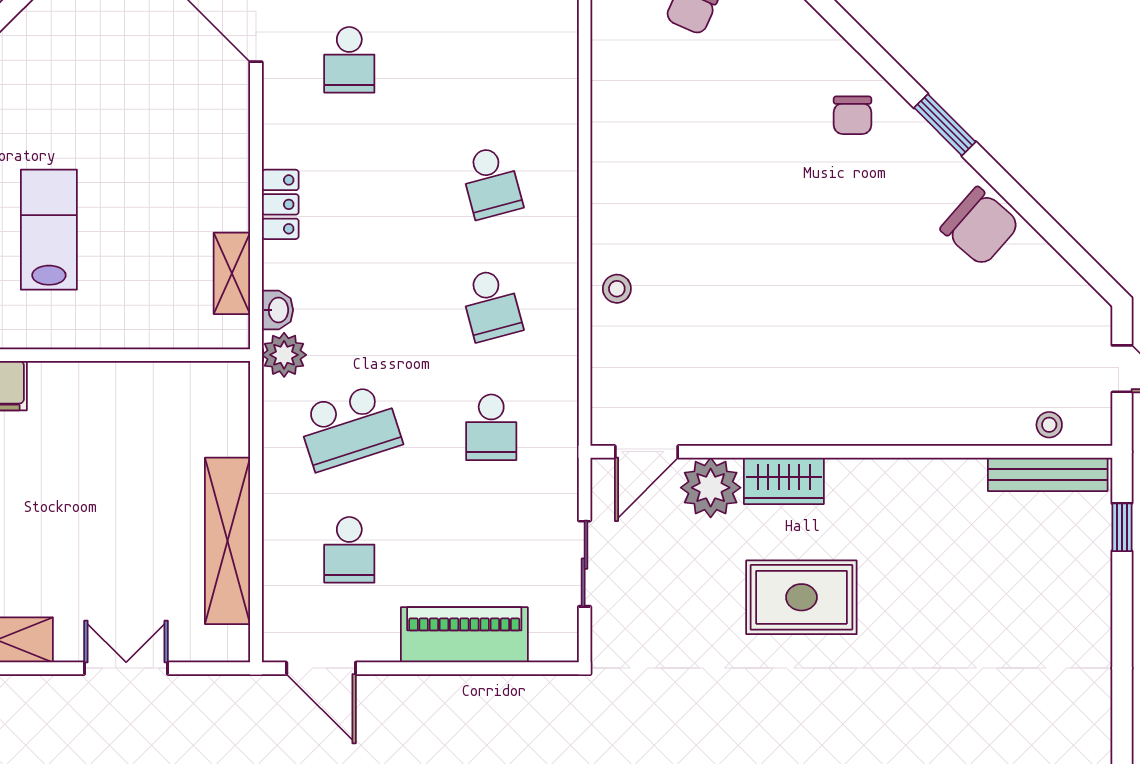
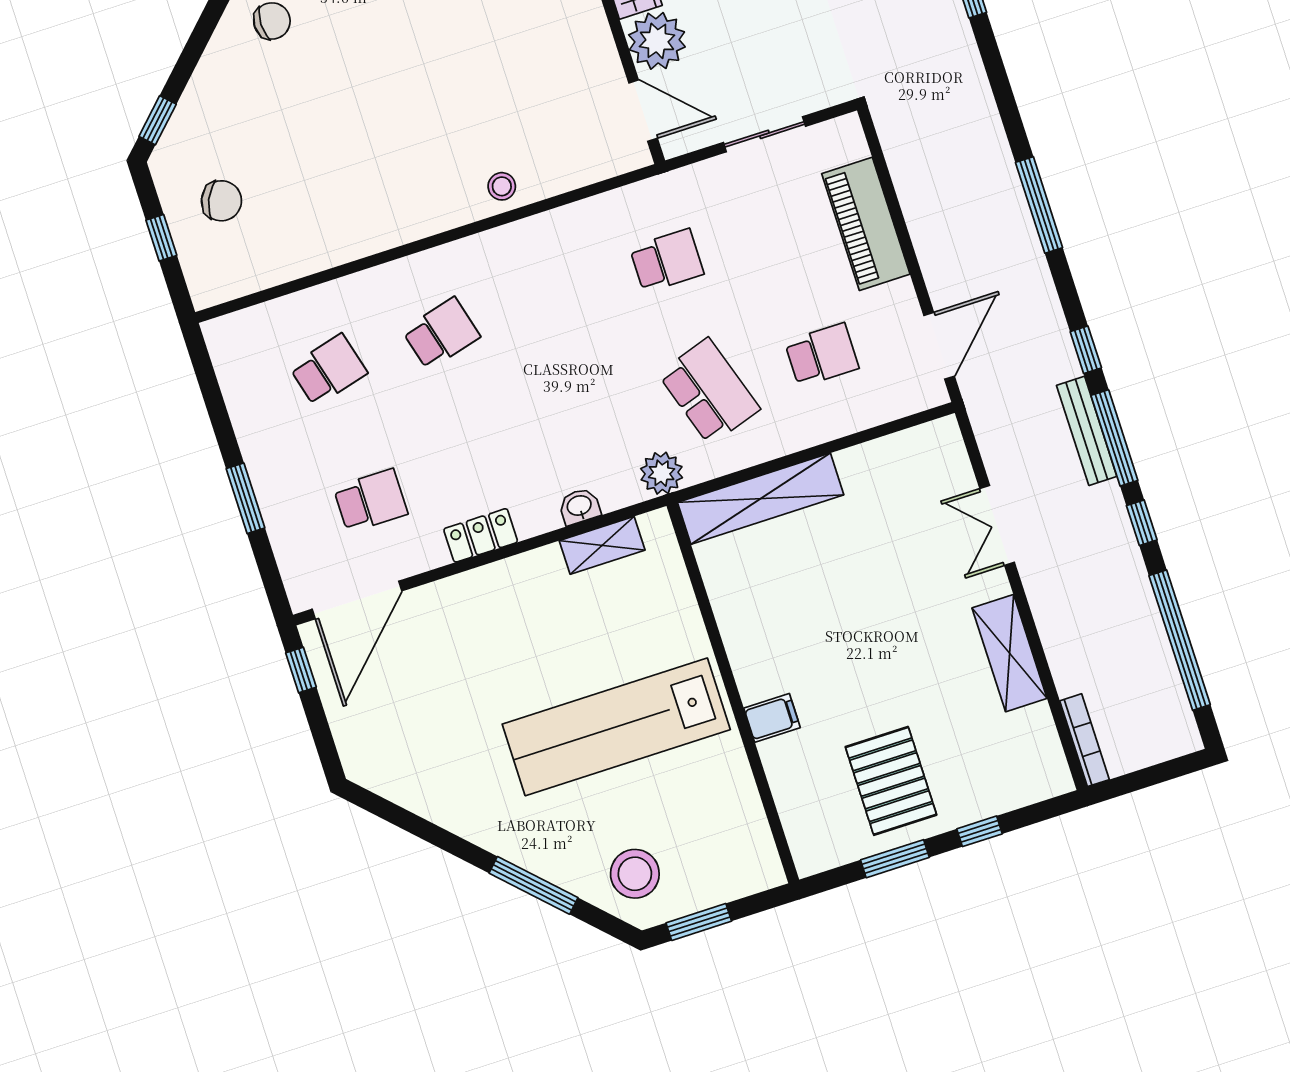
locker: (280, 204) -> (481, 535), moved
lab bench: (49, 230) -> (616, 727), width x1.86, depth x1.39
school desk: (491, 305) -> (328, 370), moved
washbasin: (277, 310) -> (579, 506), moved
shelving: (227, 541) -> (761, 499), moved

